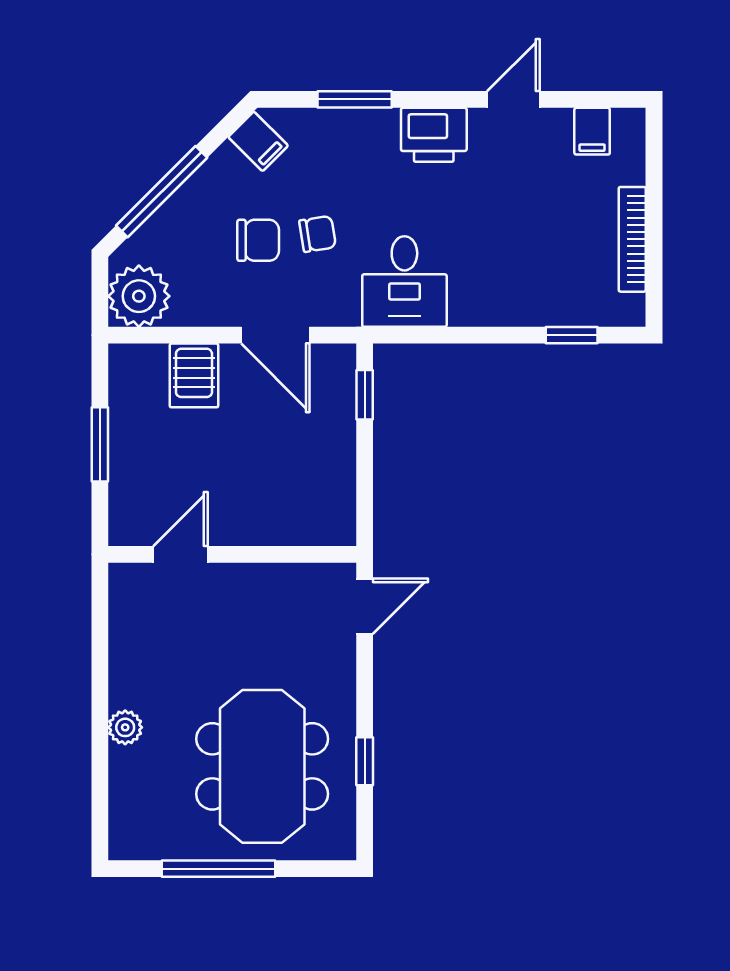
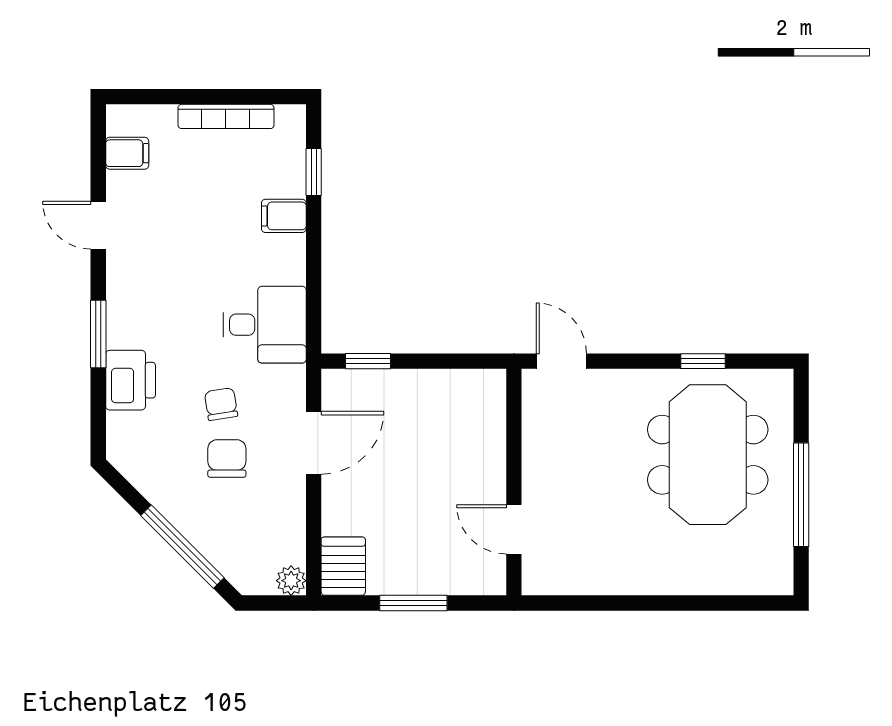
window: (355, 99) -> (98, 334), moved
printer: (434, 135) -> (131, 380), moved
filing cabinet: (258, 141) -> (284, 216), moved, turned -135
plant: (139, 296) -> (291, 581), width x0.53, depth x0.53
server rack: (194, 375) -> (343, 566), moved, turned -90
plant: (125, 727) -> (672, 580), removed
meeting table: (262, 766) -> (708, 455), turned 90

